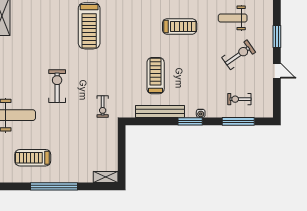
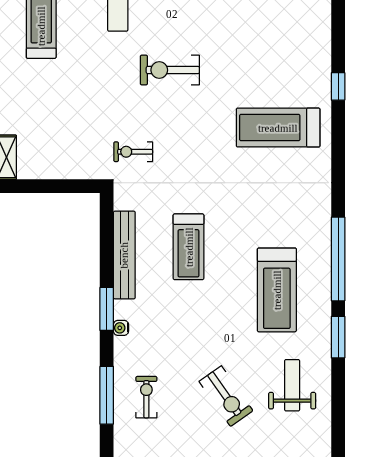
treadmill: (180, 26) -> (277, 290), width x1.37, depth x1.38
treadmill: (156, 76) -> (189, 247), turned 90
exercise bike: (57, 86) -> (170, 70), turned 180

